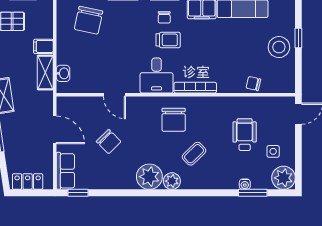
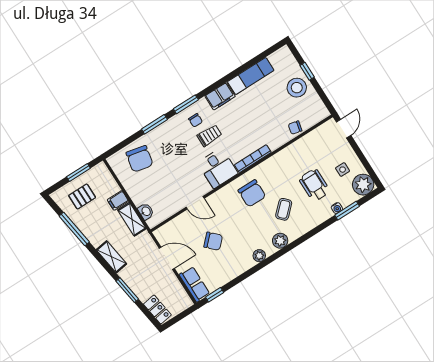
wheelchair: (245, 135) -> (314, 185), moved
plant: (149, 177) -> (259, 256), width x0.53, depth x0.53
locker: (28, 182) -> (157, 309), moved, turned 81

